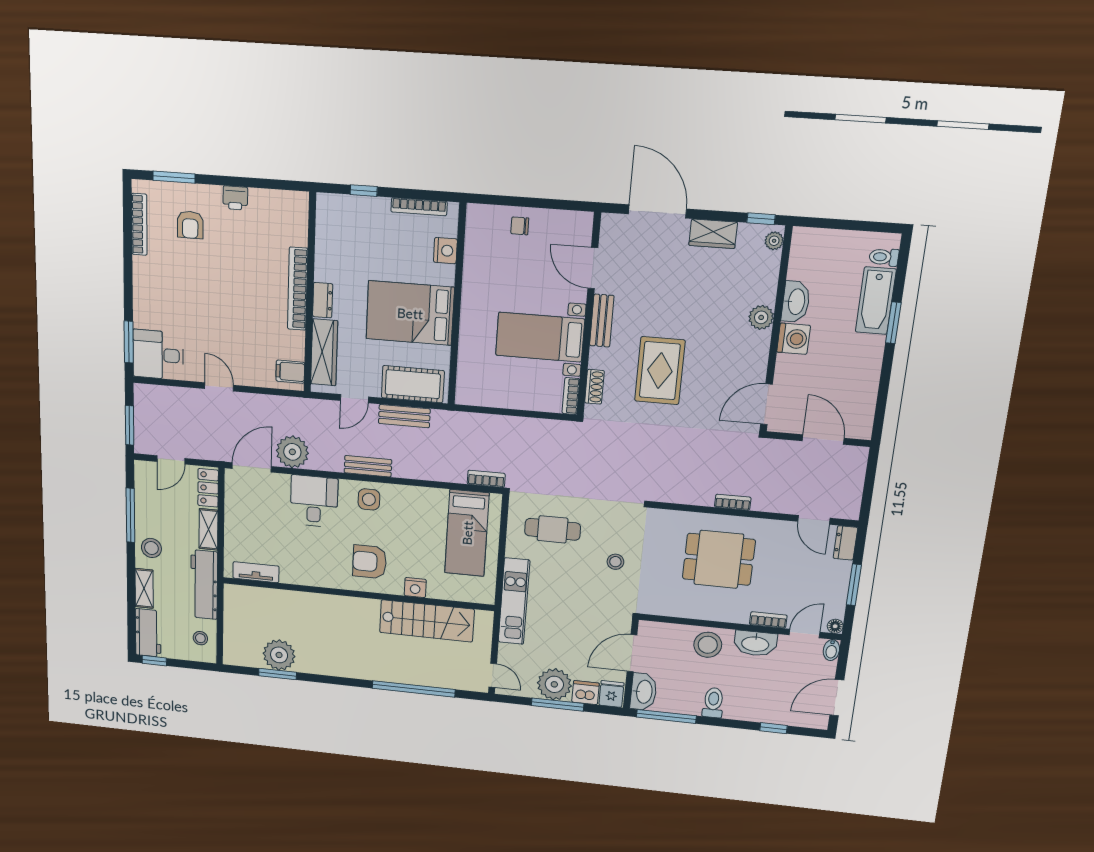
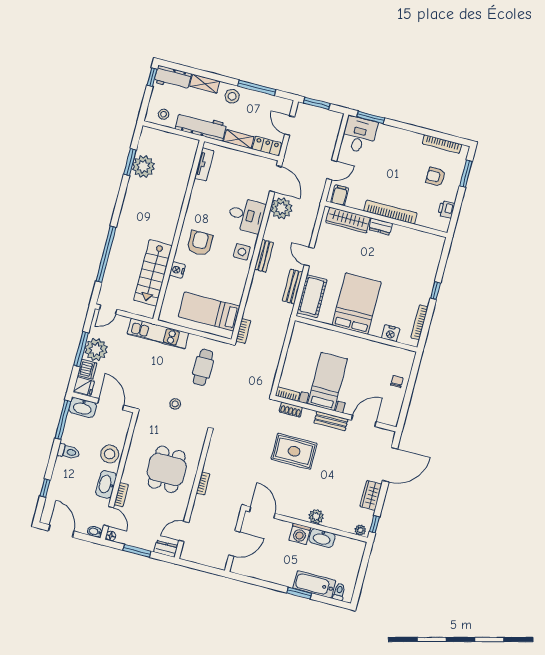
bookcase: (298, 289) -> (390, 212), moved
wall: (310, 294) -> (386, 219), moved
dresser: (323, 300) -> (381, 226), moved
wardrobe: (324, 352) -> (348, 220), moved
filing cabinet: (290, 372) -> (340, 195), moved

